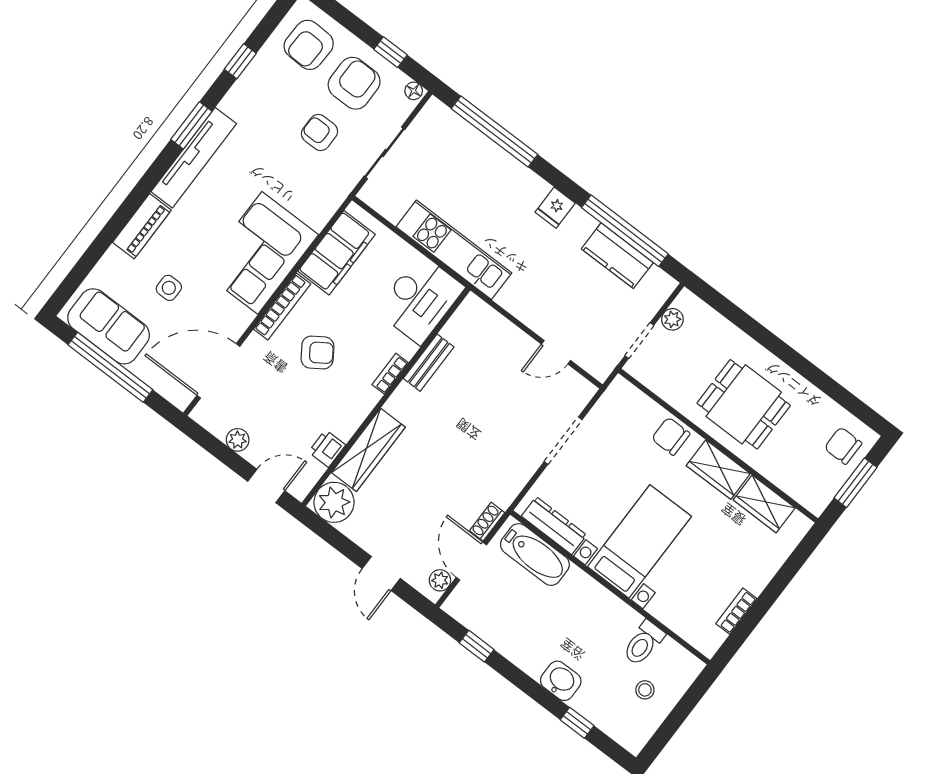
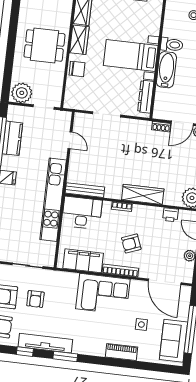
tv unit: (194, 158) -> (45, 343), moved
kitchen unit: (454, 250) -> (53, 200), width x1.36
plant: (672, 319) -> (22, 93), width x1.87, depth x1.87
armchair: (317, 353) -> (131, 244), turned -77
bench: (429, 363) -> (85, 190), moved, width x1.36
dining table: (744, 404) -> (44, 45), turned 90
chair: (671, 436) -> (77, 69), turned -90
wardrobe: (368, 450) -> (143, 194), moved
bathtub: (535, 555) -> (166, 70), moved
toilet: (643, 643) -> (172, 45), moved

